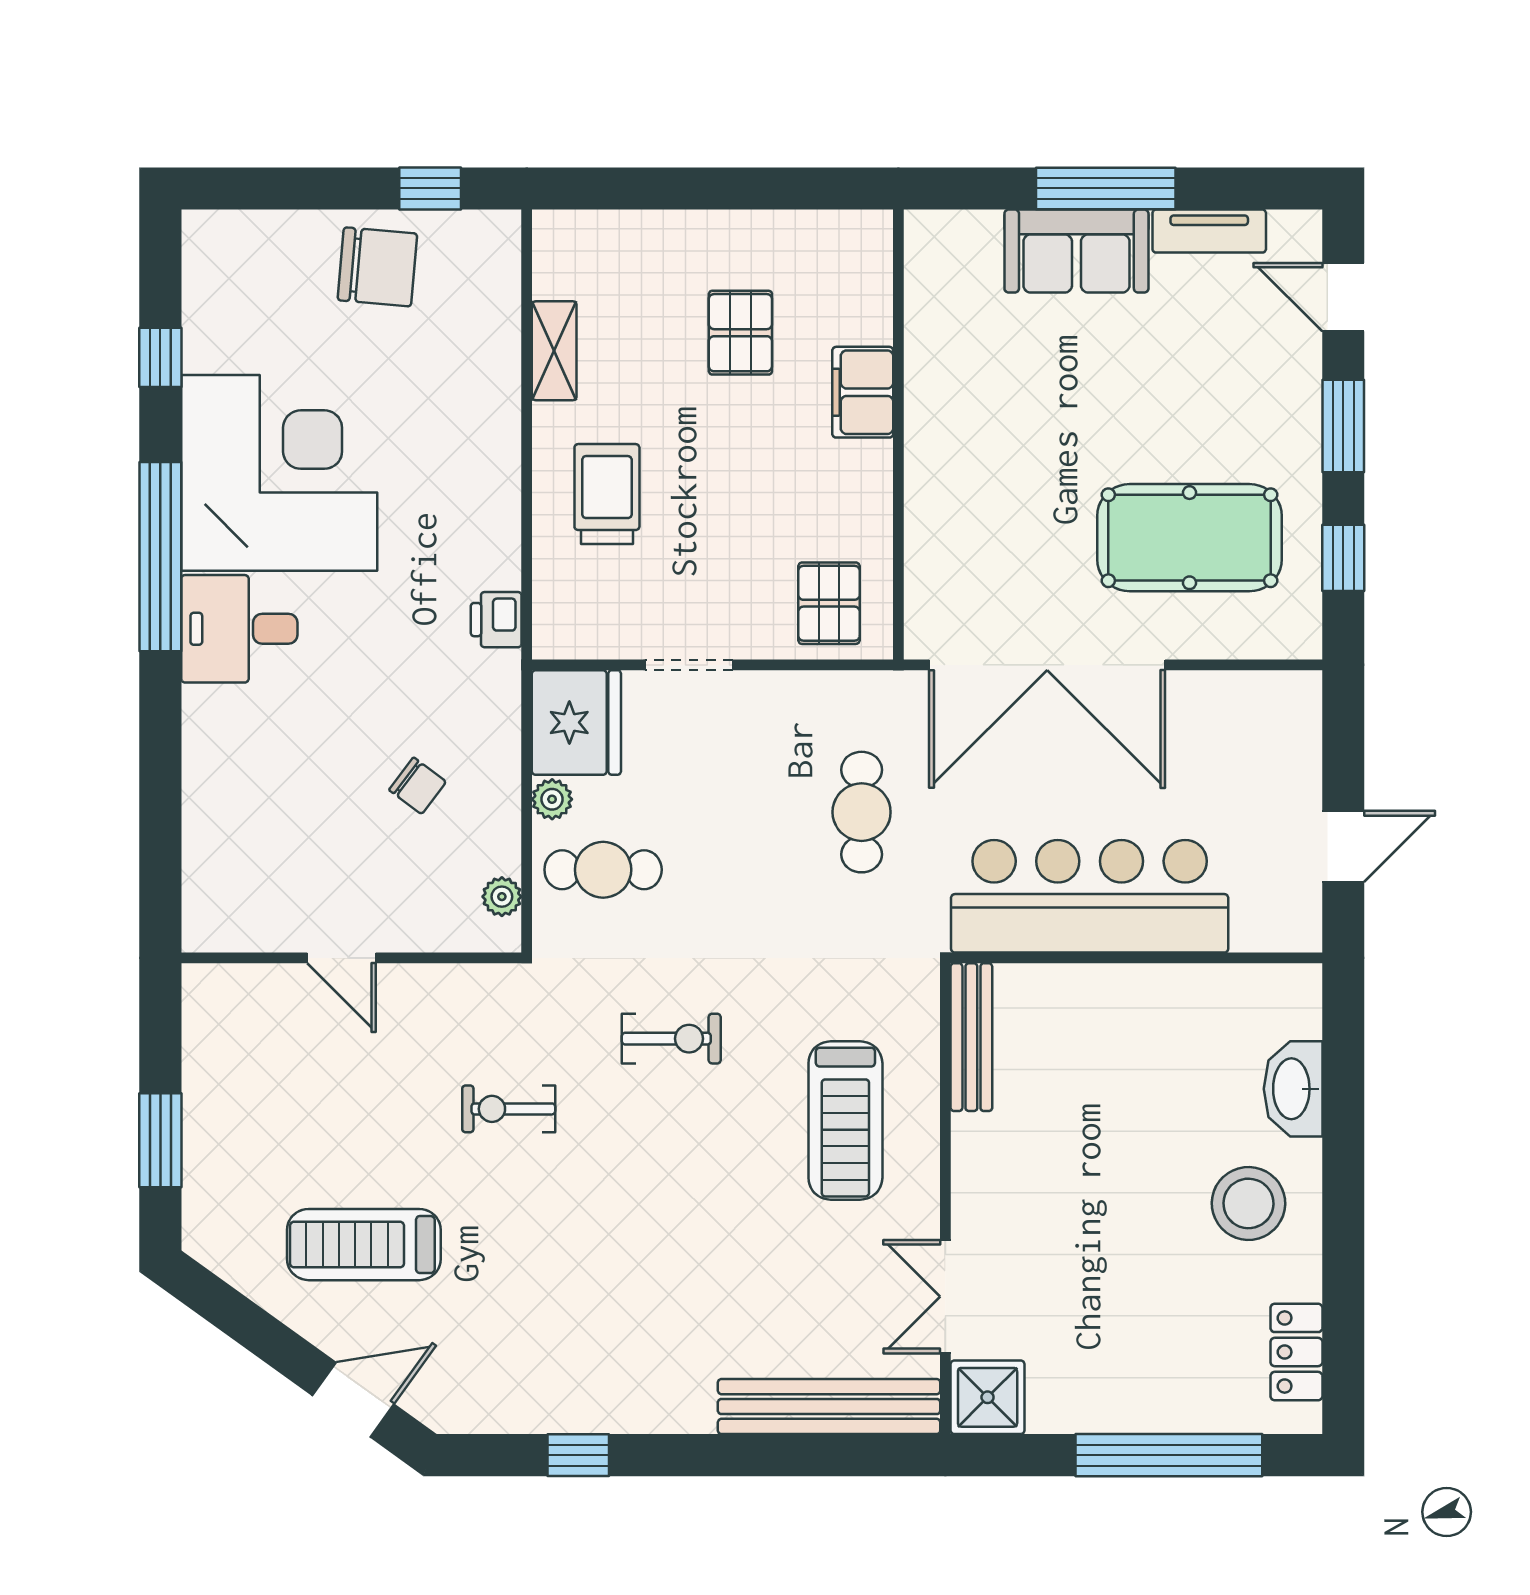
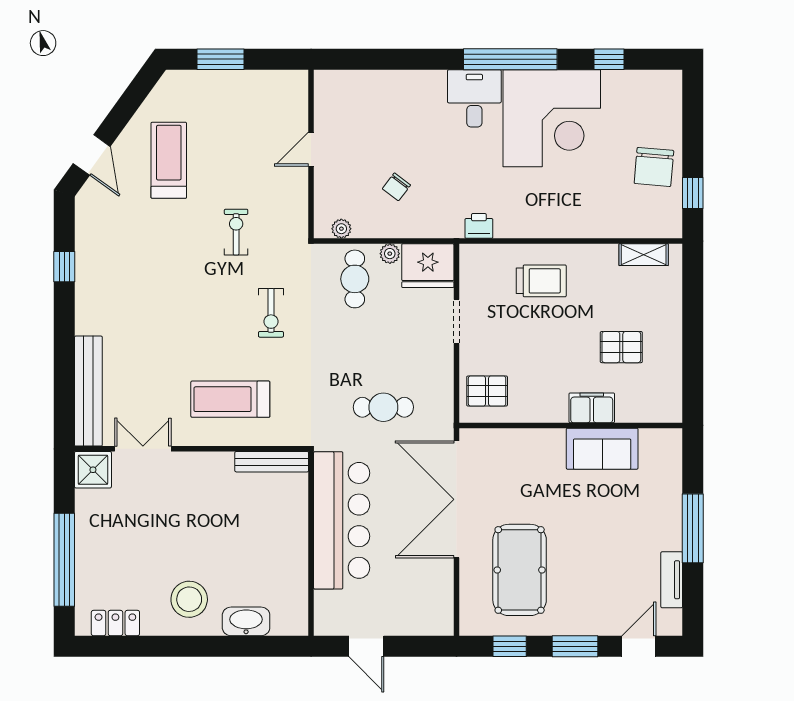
sofa: (1076, 251) -> (602, 449), moved, turned -90
shelving: (554, 351) -> (644, 255), moved

